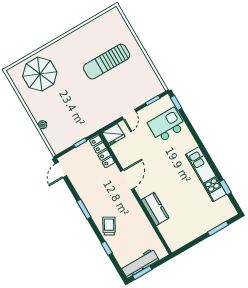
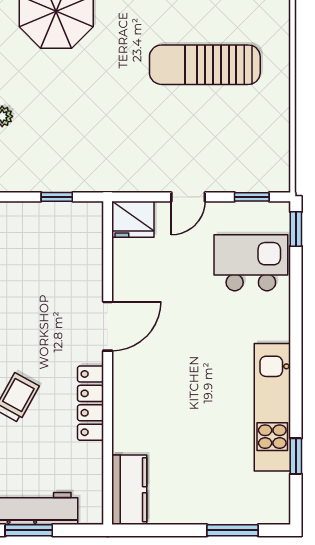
locker: (102, 151) -> (91, 403), moved
kitchen counter: (155, 209) -> (129, 490), moved

